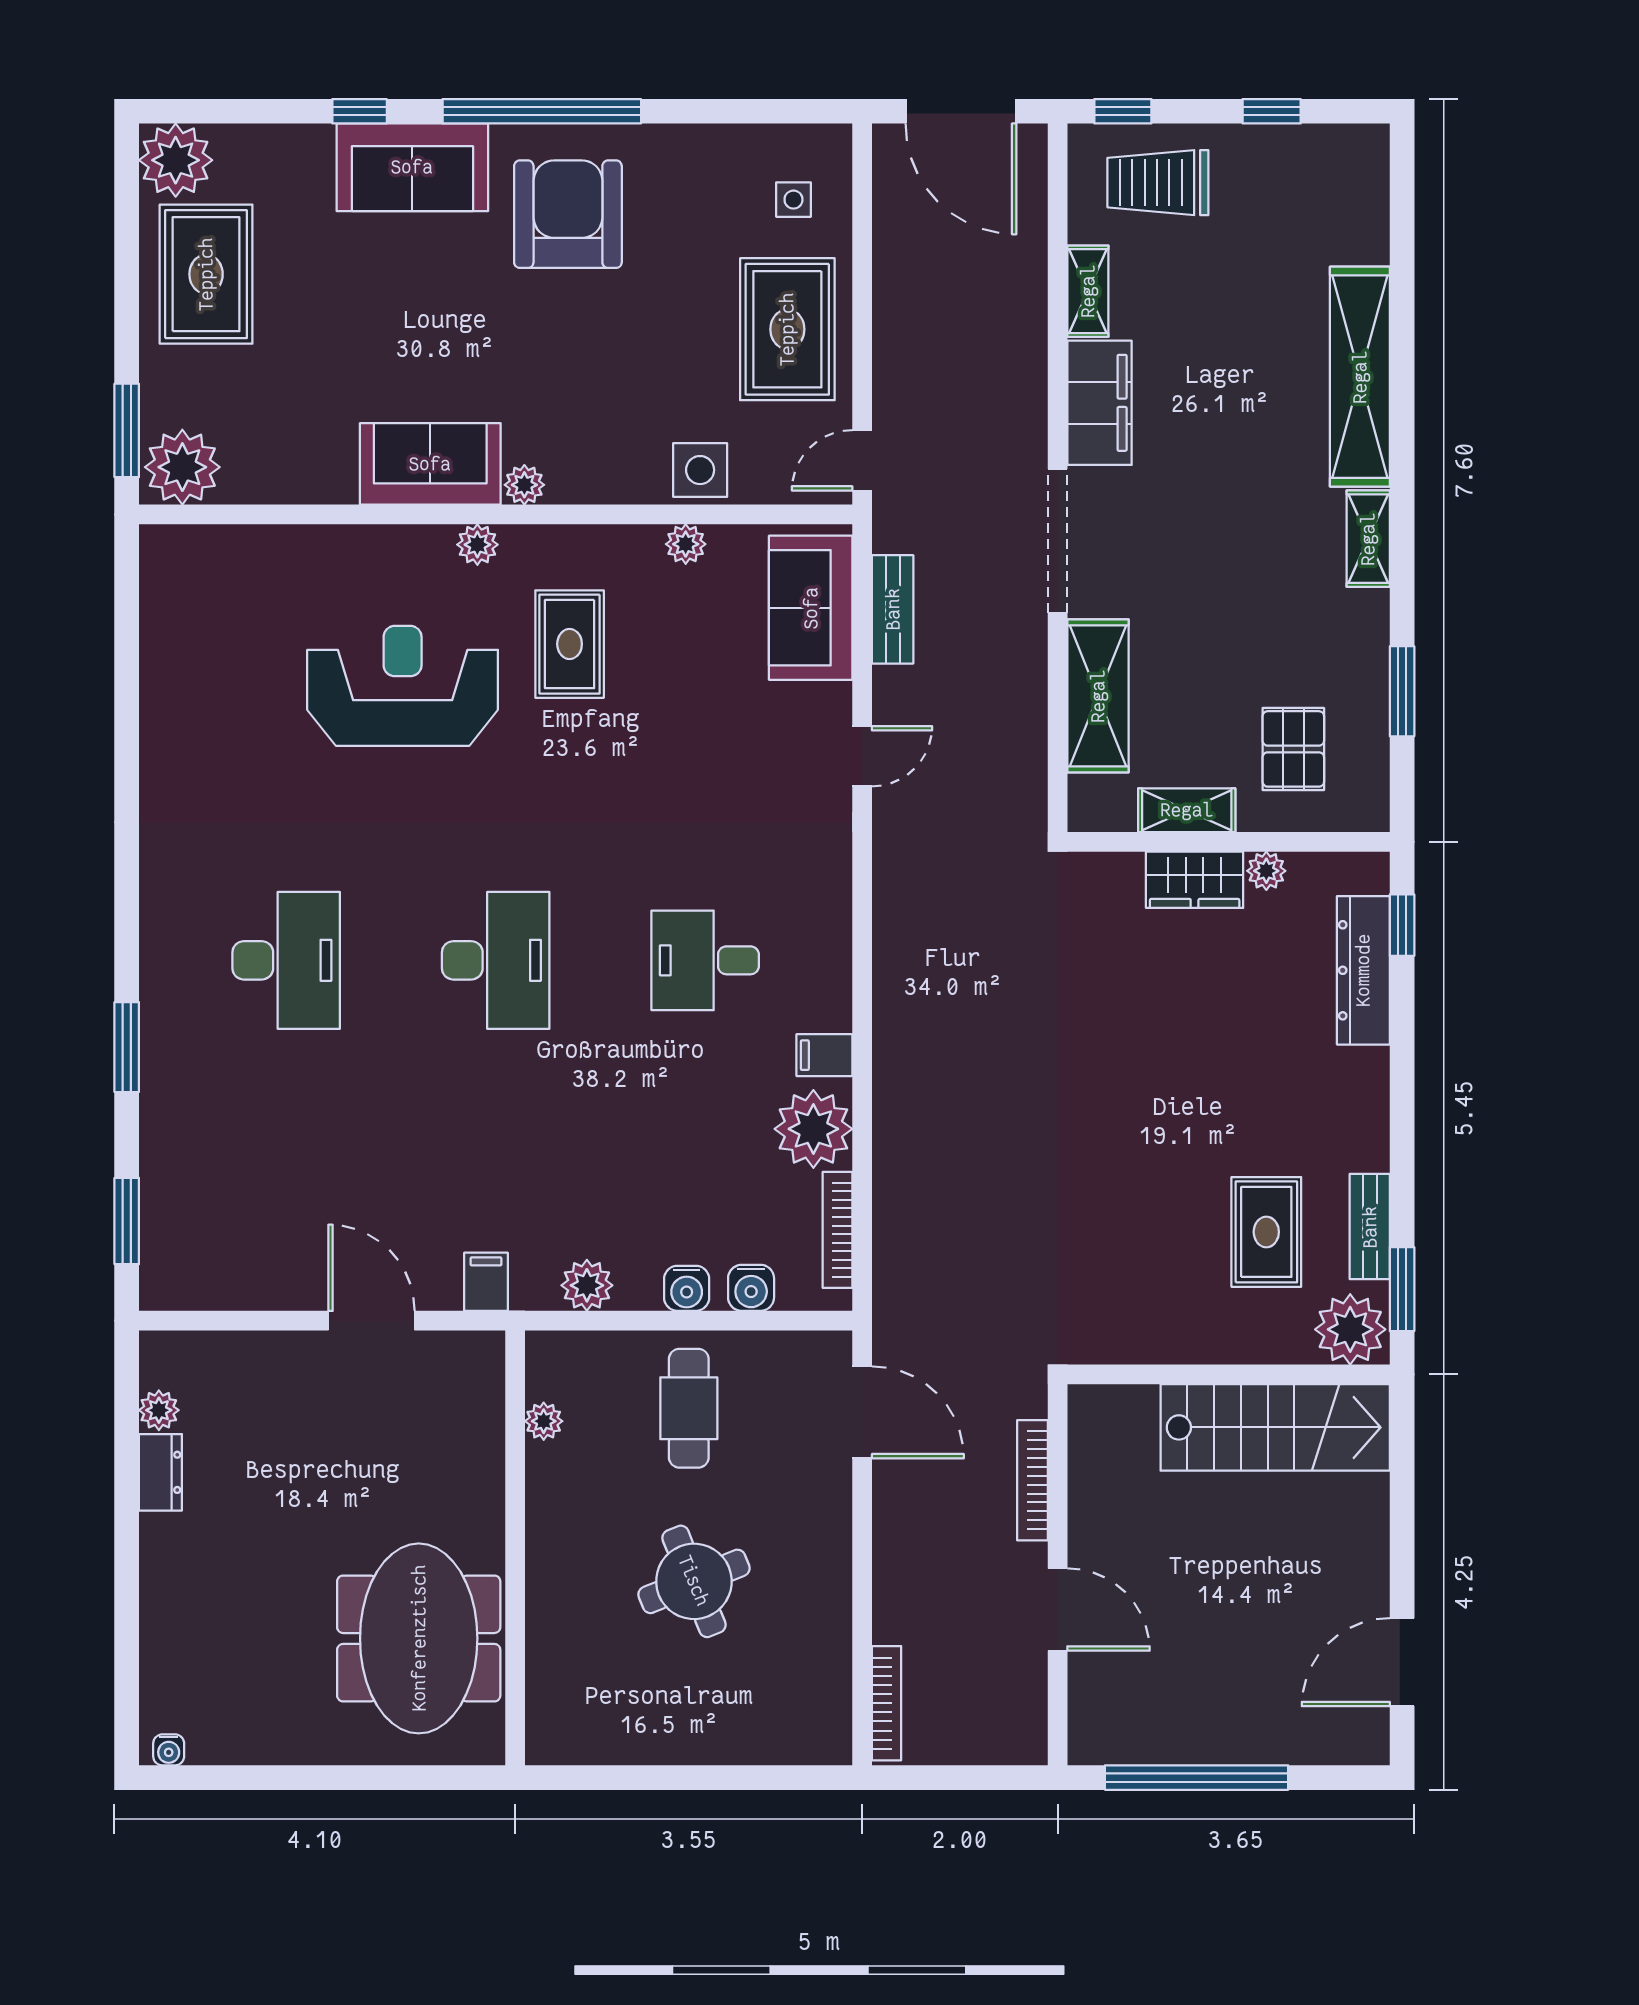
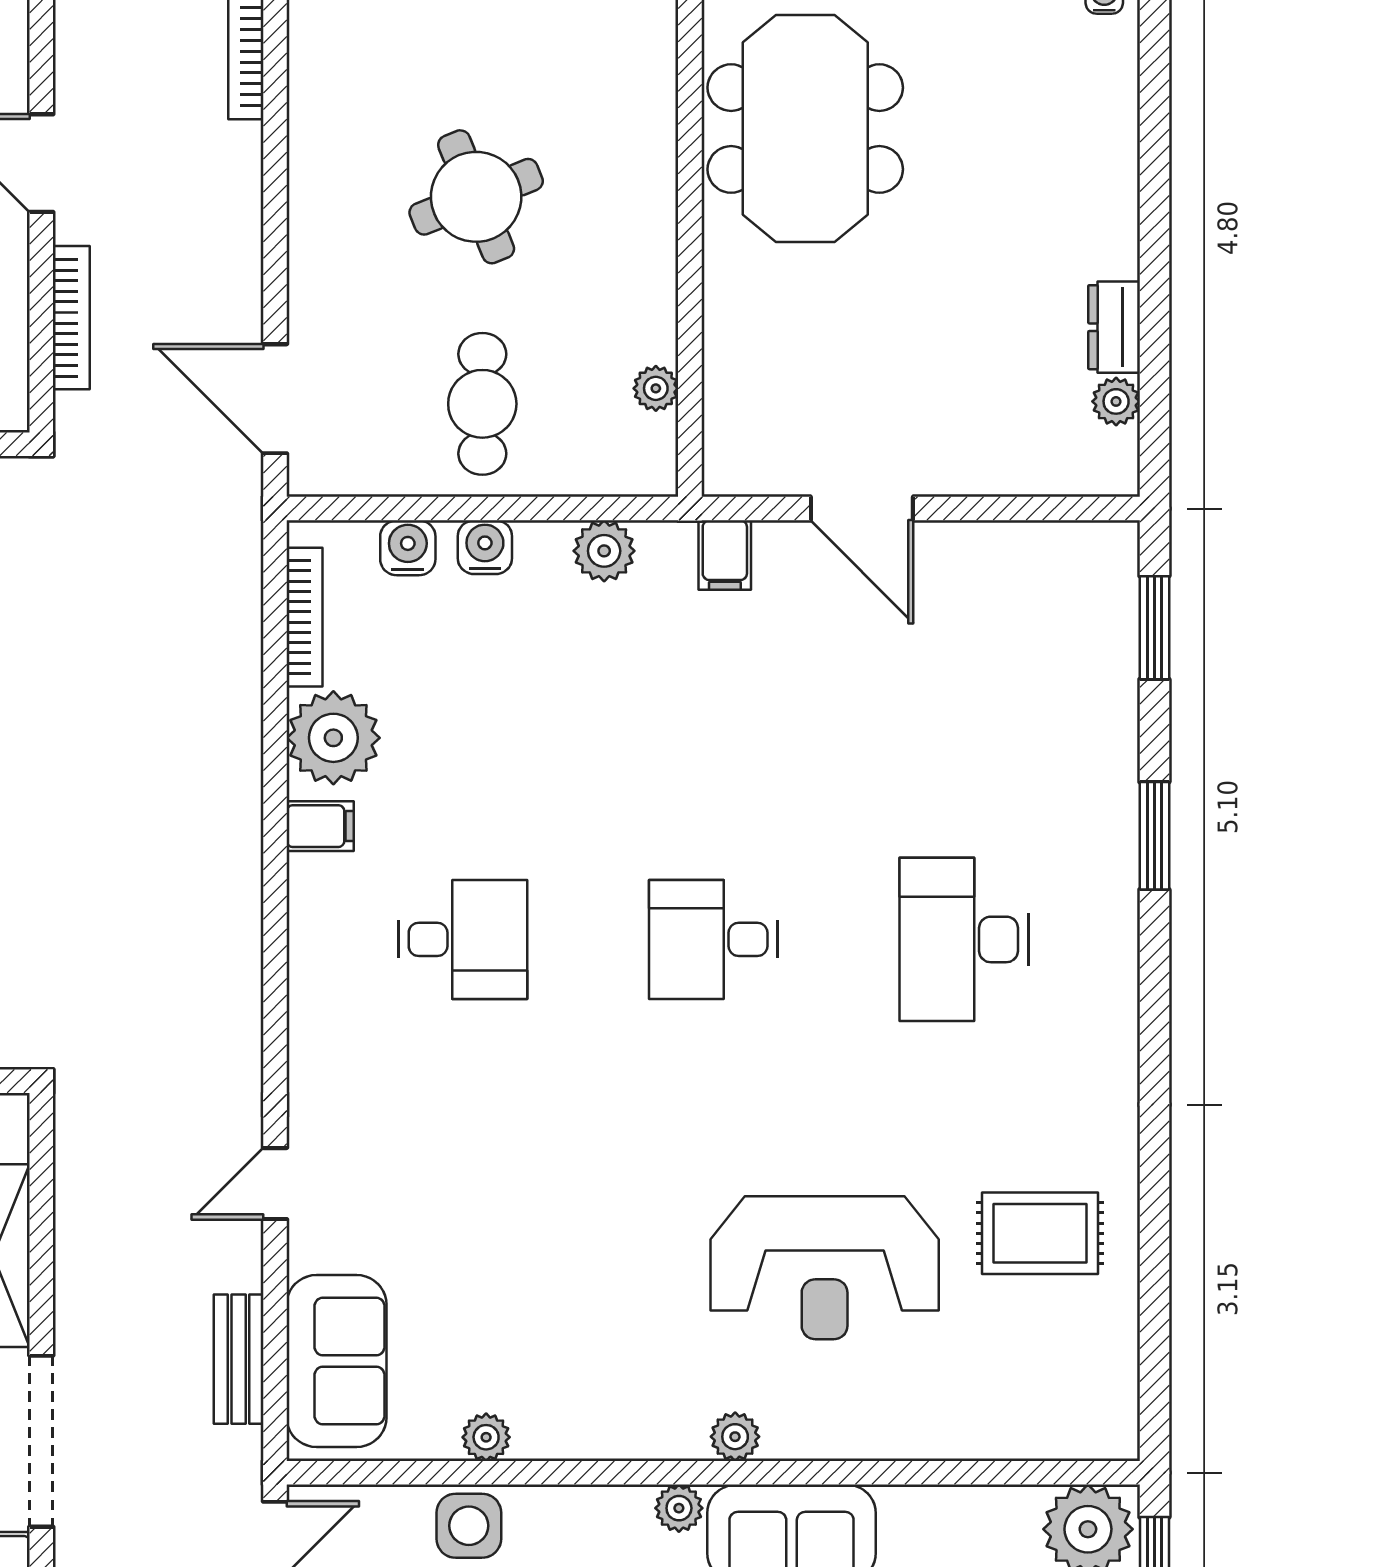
rug: (570, 644) -> (1040, 1233), moved, turned 90
desk: (496, 960) -> (713, 939), width x0.73

